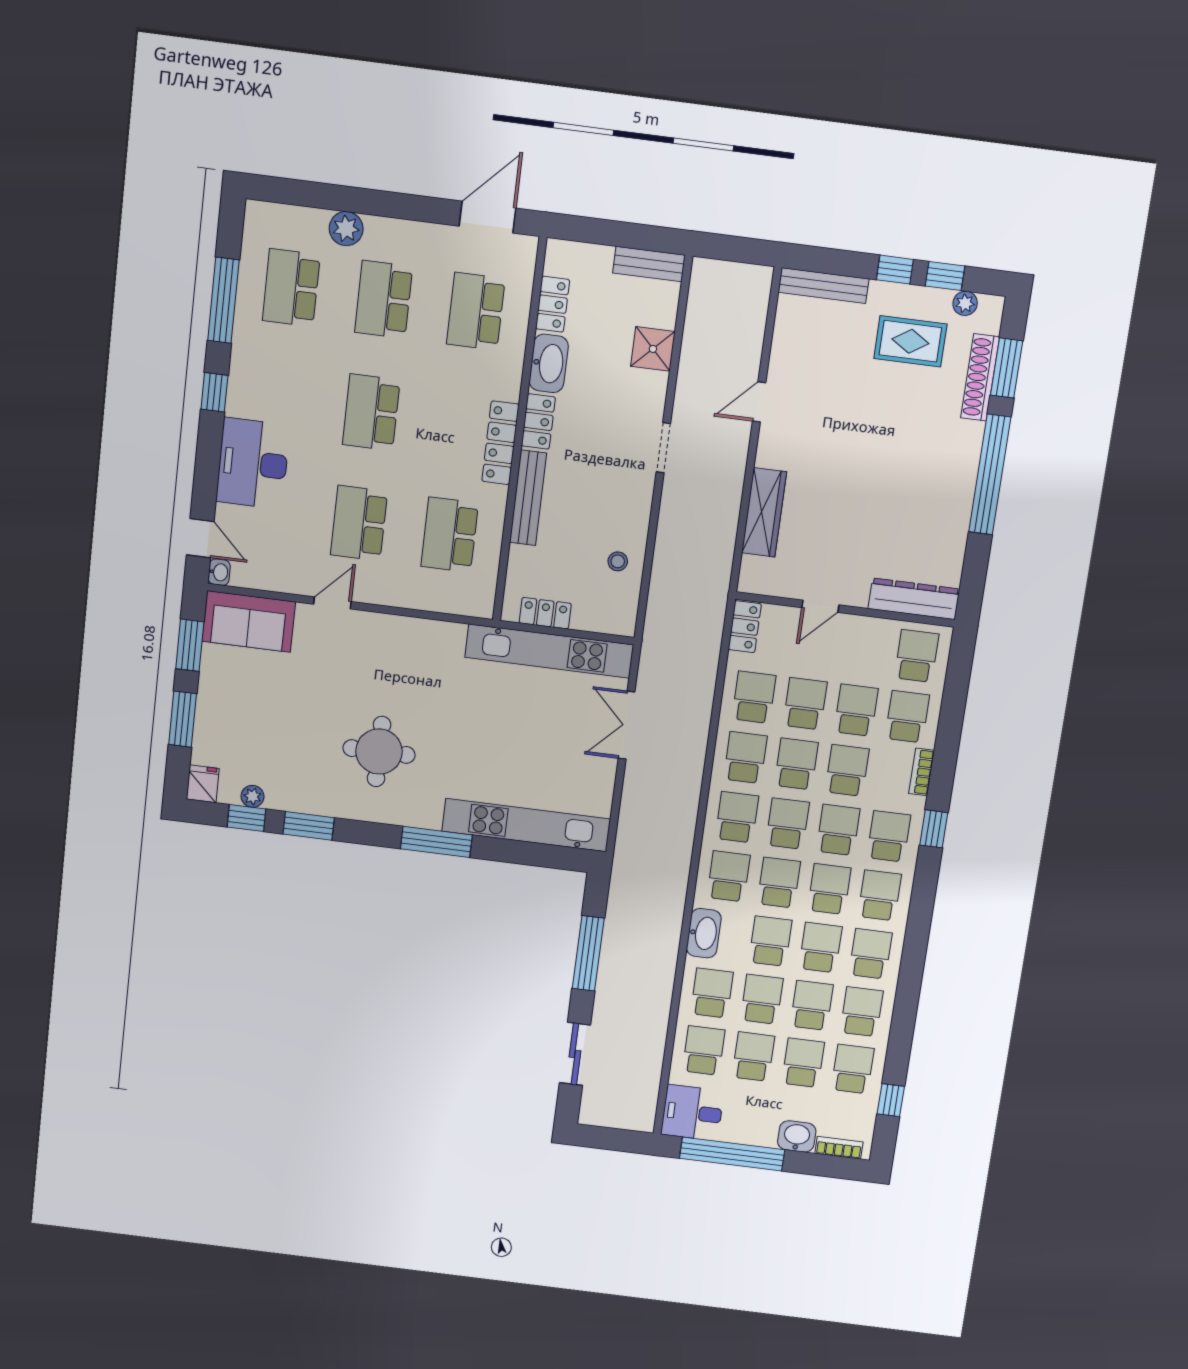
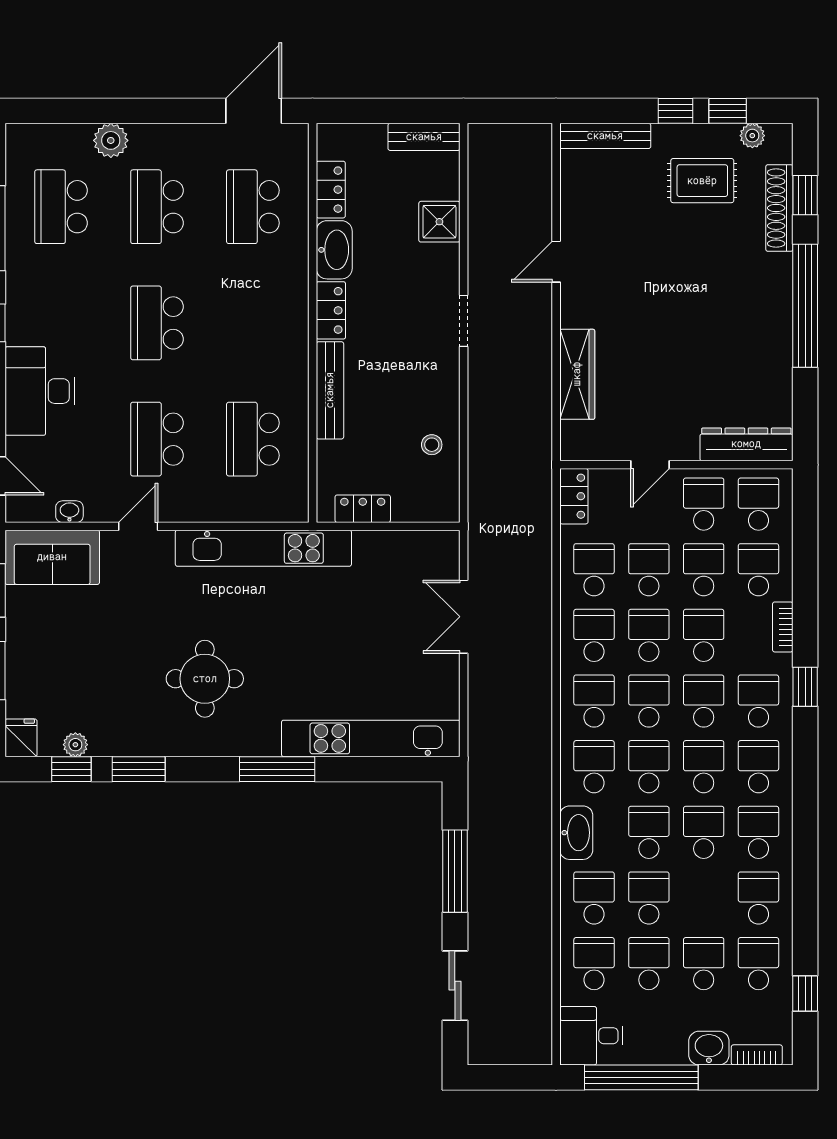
window: (1007, 368) -> (805, 195), width x0.67
locker: (500, 443) -> (294, 337), removed
washbasin: (219, 572) -> (69, 512), moved, turned -90
kitchen unit: (549, 651) -> (263, 548), moved
school desk: (812, 1005) -> (704, 504), moved

